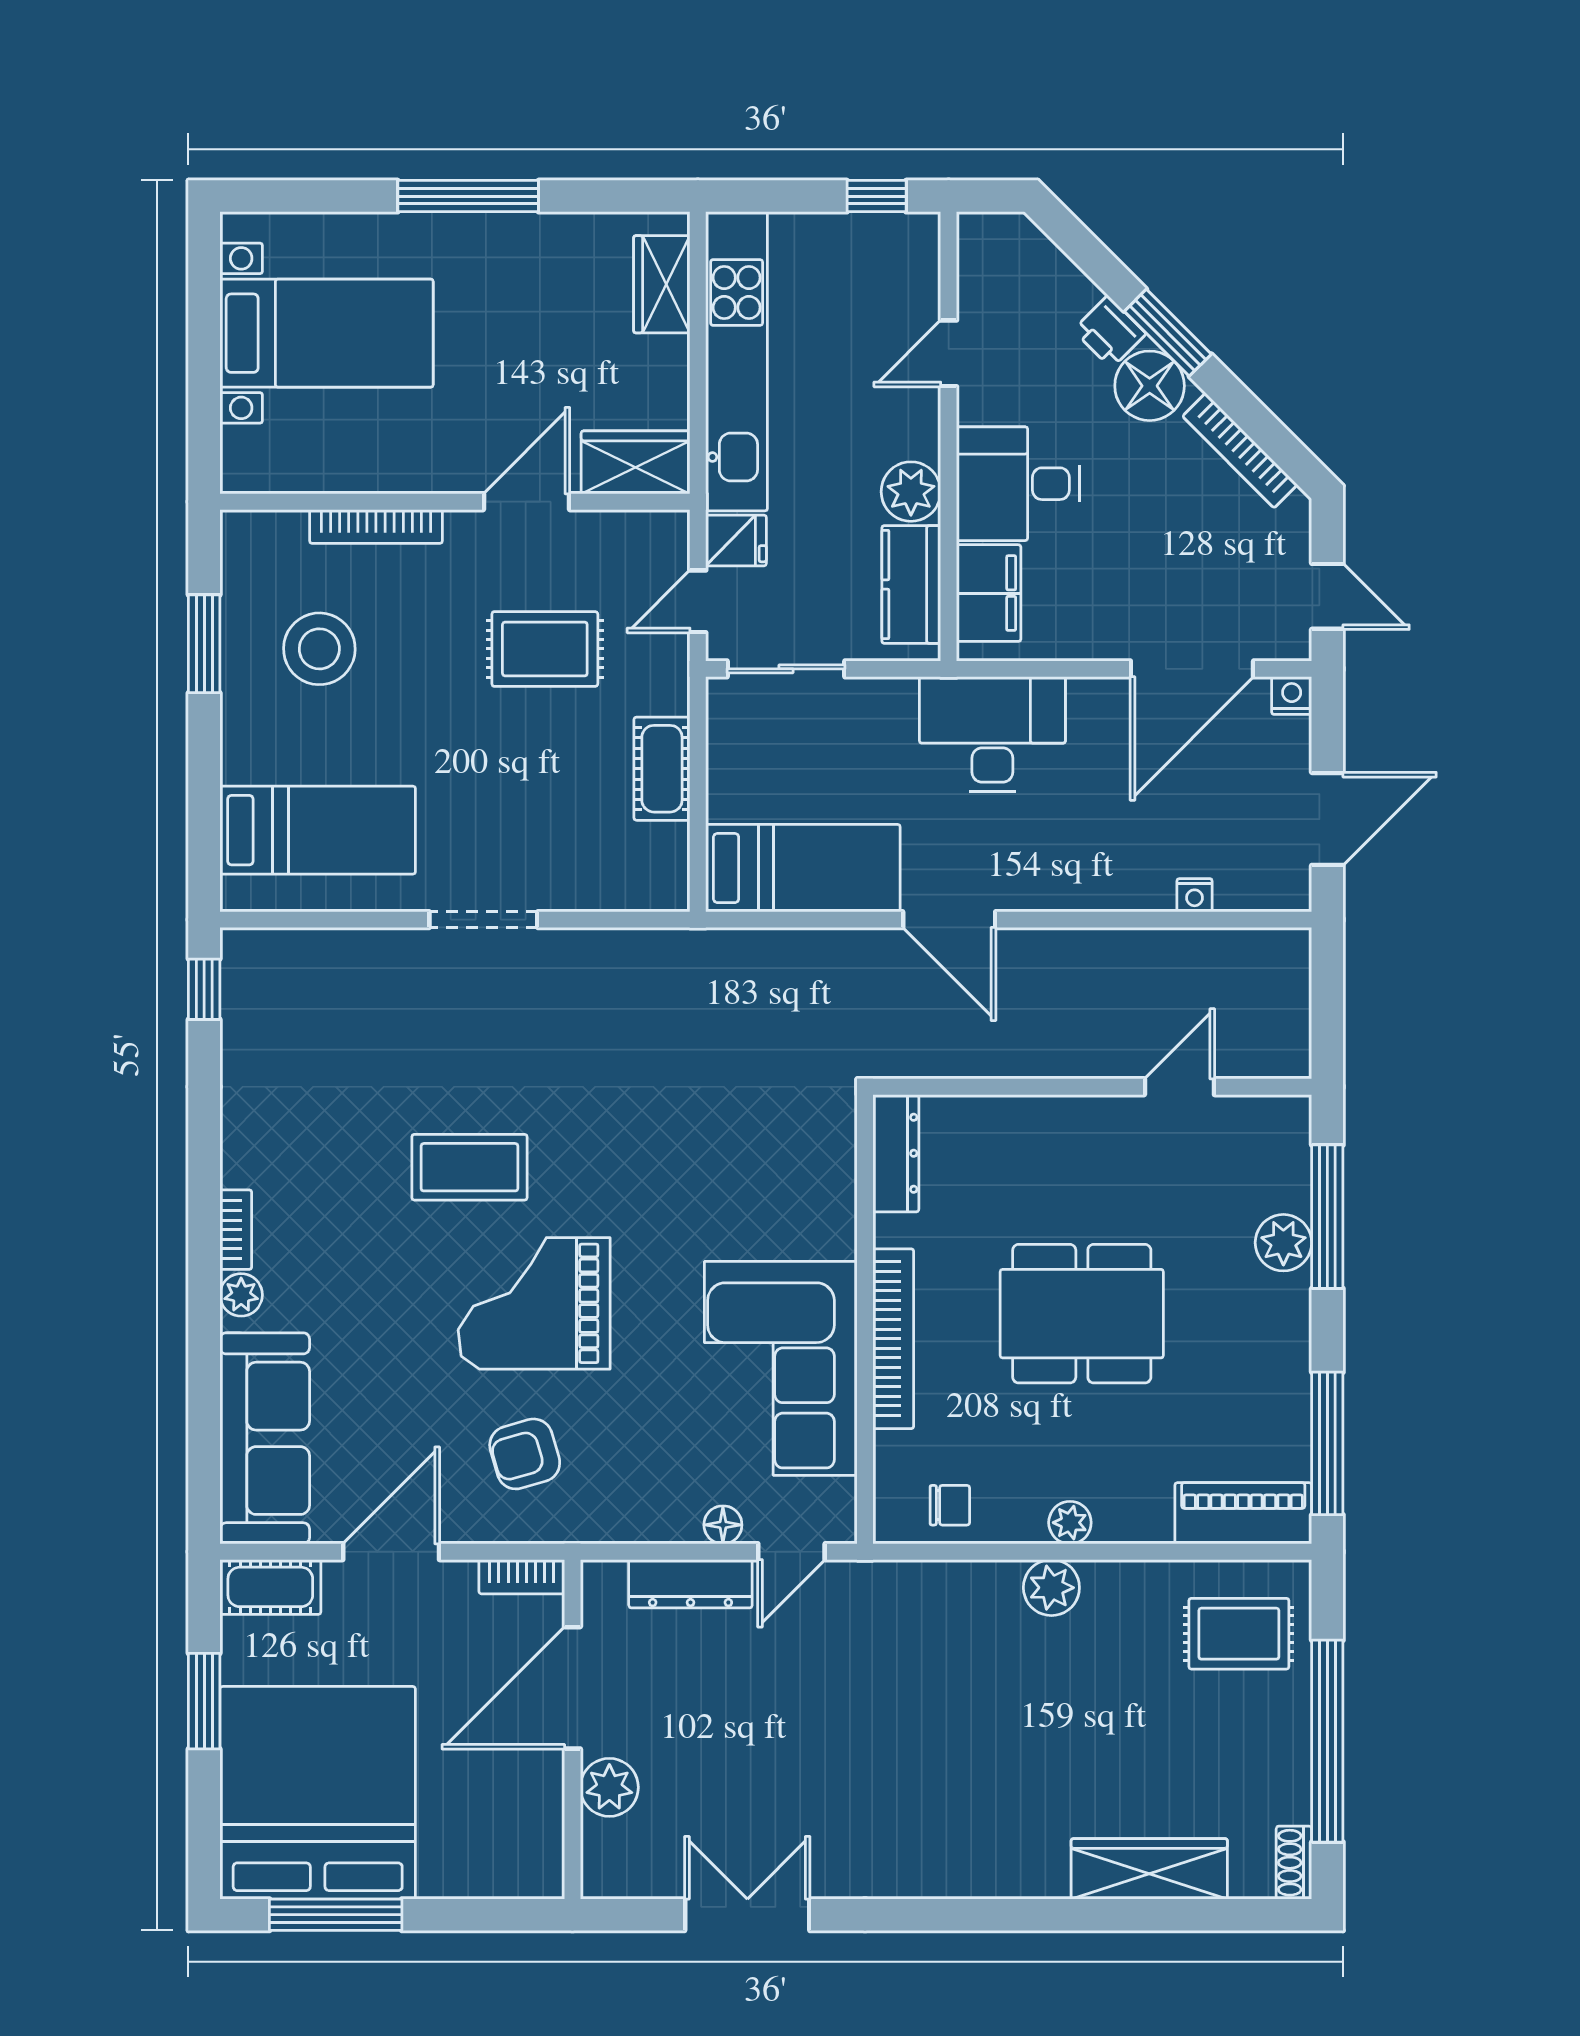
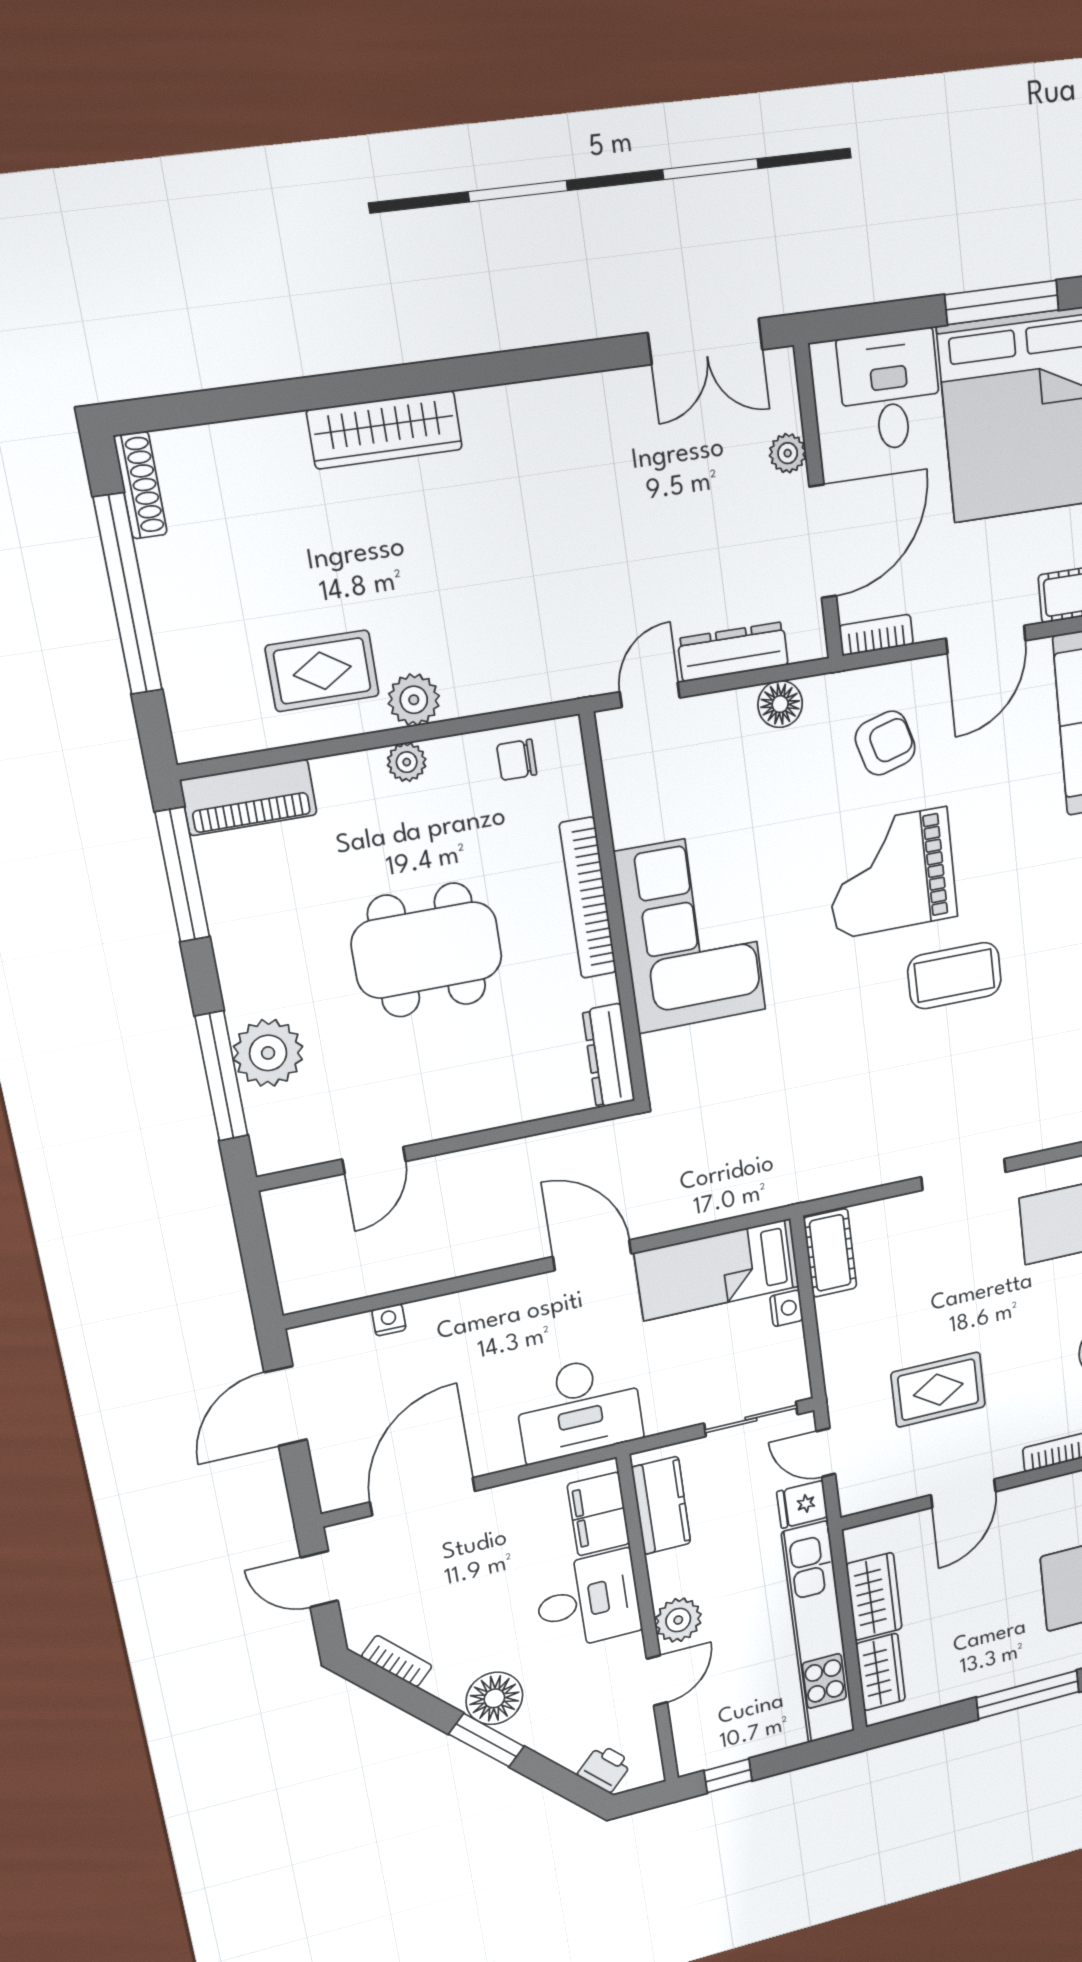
printer: (1110, 332) -> (605, 1769), moved
bookcase: (1240, 450) -> (397, 1661), width x0.64
wardrobe: (636, 462) -> (874, 1596), moved, turned -90
plant: (911, 492) -> (678, 1620), moved
door: (698, 601) -> (826, 1453), swing flipped
nightstand: (1292, 696) -> (786, 1308), moved, turned -90
cot: (662, 769) -> (830, 1253), moved
plant: (1283, 1243) -> (268, 1053), width x1.36, depth x1.36
grand piano: (534, 1303) -> (891, 873), turned 180
corner sofa: (781, 1368) -> (691, 932), moved
floor lamp: (723, 1525) -> (780, 704), moved, width x1.37, depth x1.37
rug: (1239, 1634) -> (322, 671), moved
plant: (609, 1787) -> (788, 453), width x0.73, depth x0.73
desk: (476, 1838) -> (890, 391), added
shoe rack: (1294, 1863) -> (140, 485), width x1.43
wardrobe: (1149, 1869) -> (385, 430), moved
double door: (747, 1915) -> (705, 341), moved

